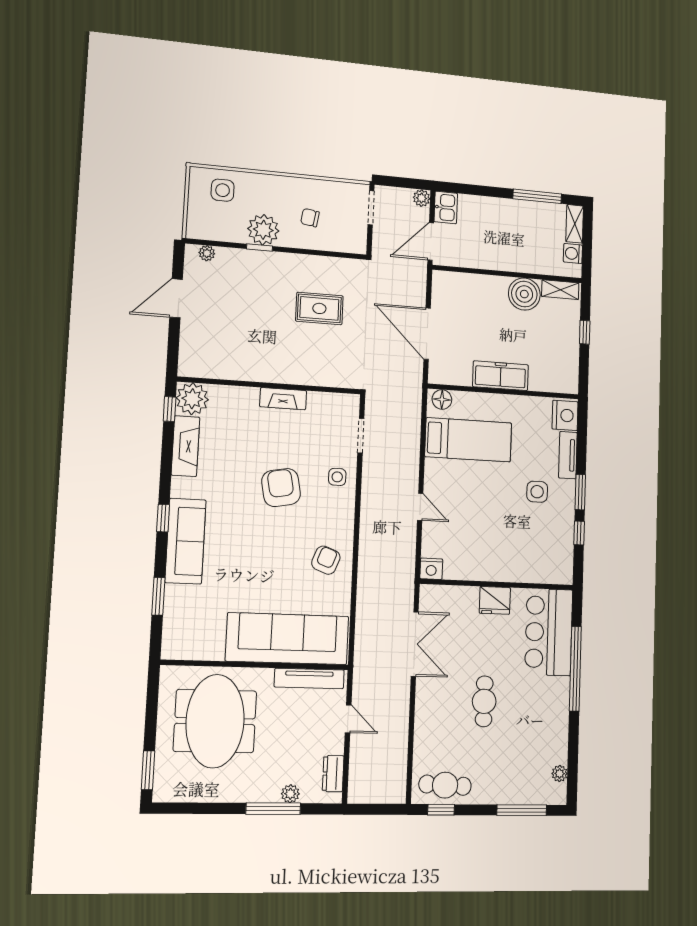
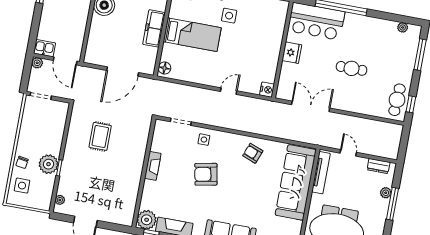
chair: (310, 218) -> (22, 162), moved
bed: (468, 440) -> (192, 35), moved, turned 90
door: (348, 719) -> (348, 153), hinge flipped

